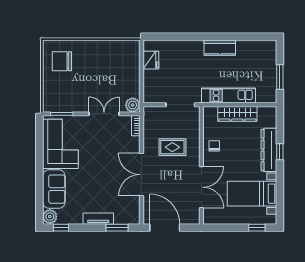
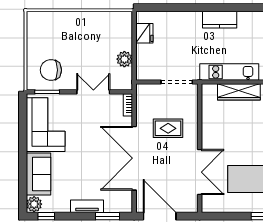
chair: (62, 61) -> (51, 70), moved
plant: (133, 105) -> (124, 59), moved
chair: (214, 146) -> (214, 127), removed
double door: (141, 175) -> (134, 158), width x1.36

